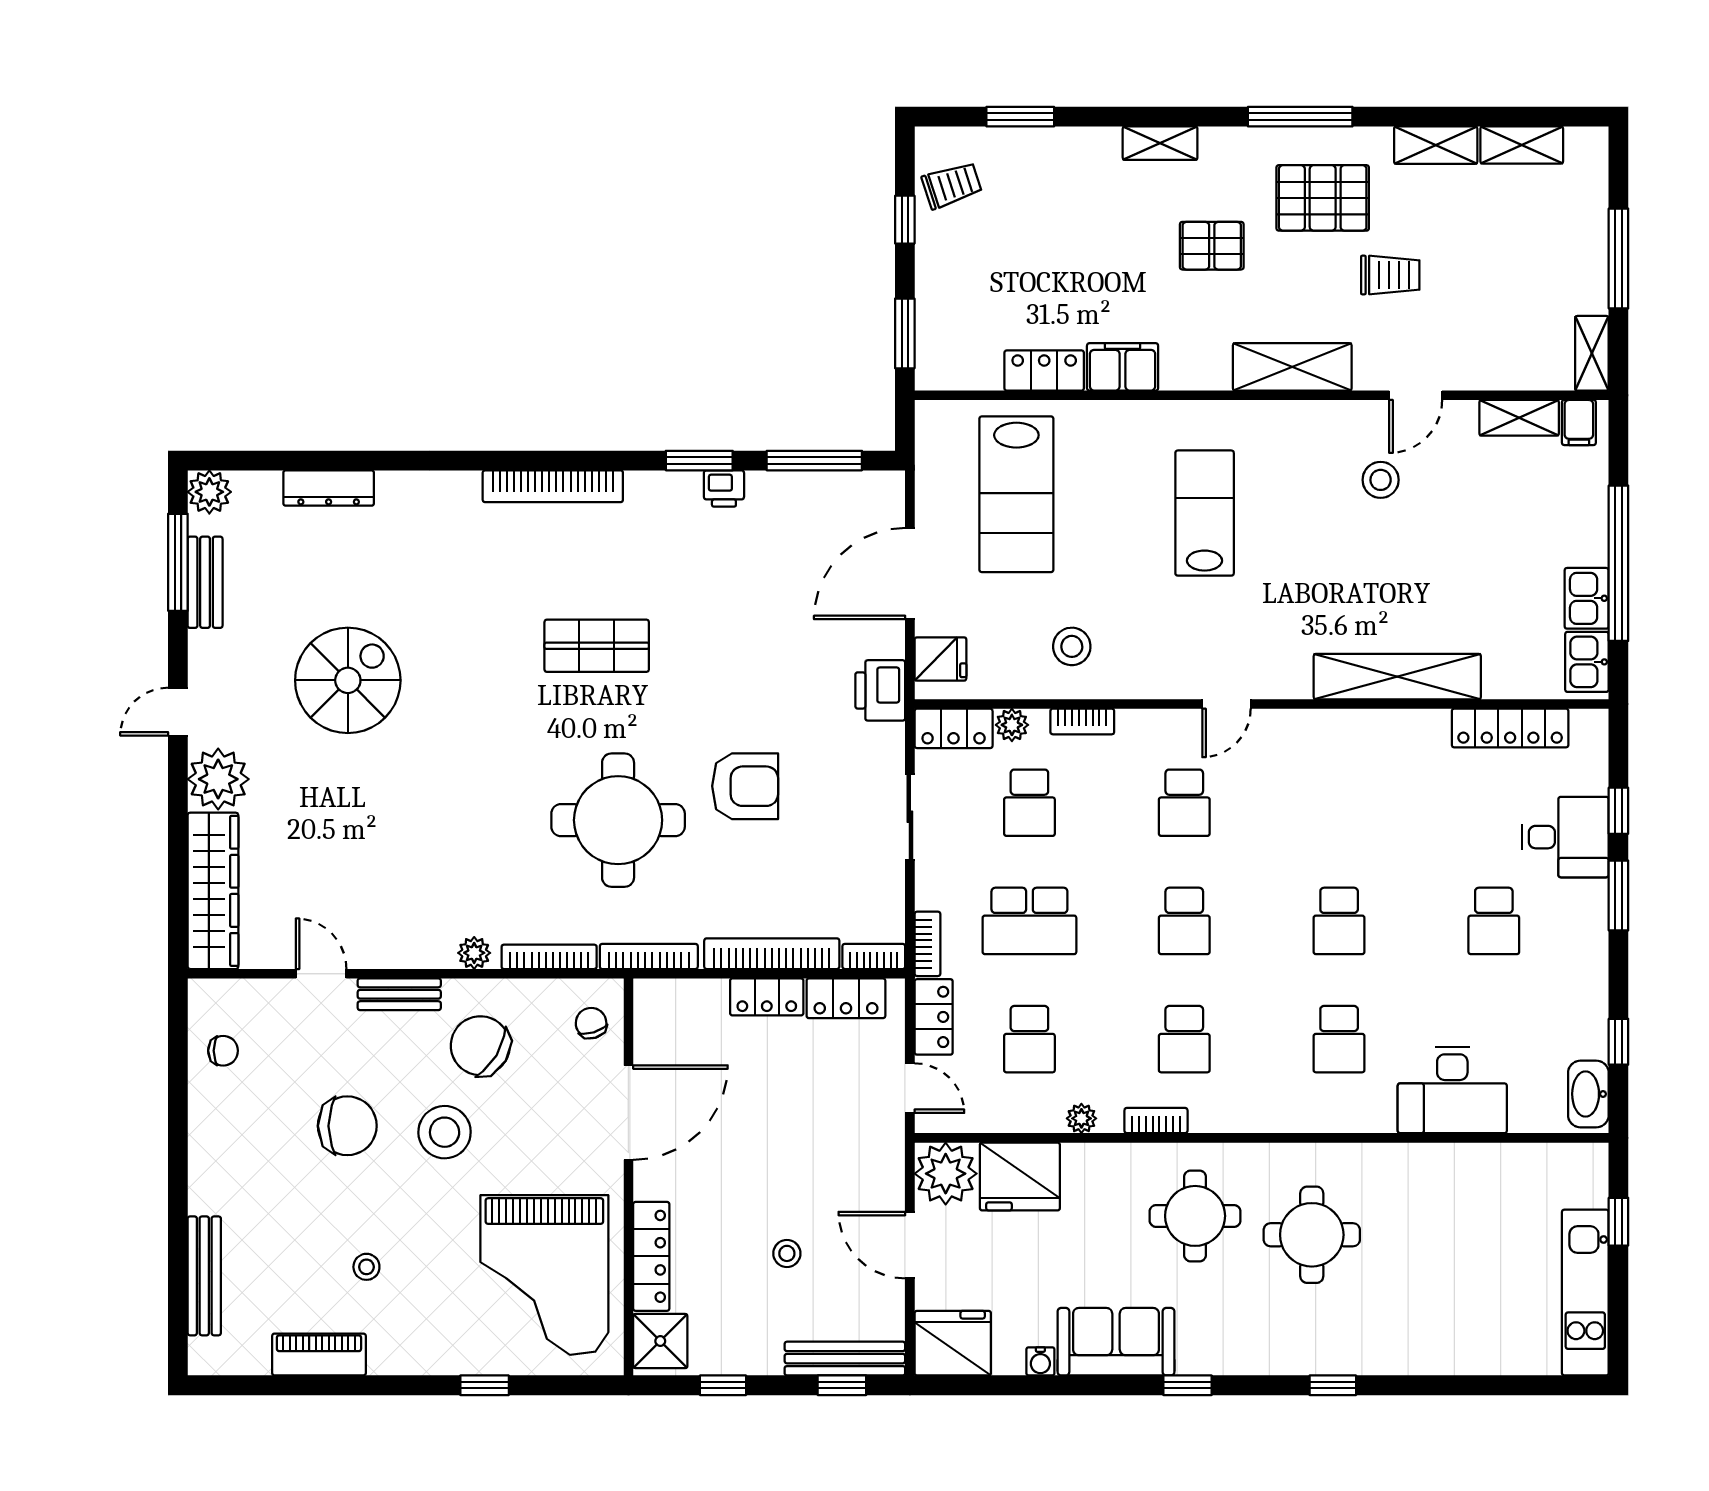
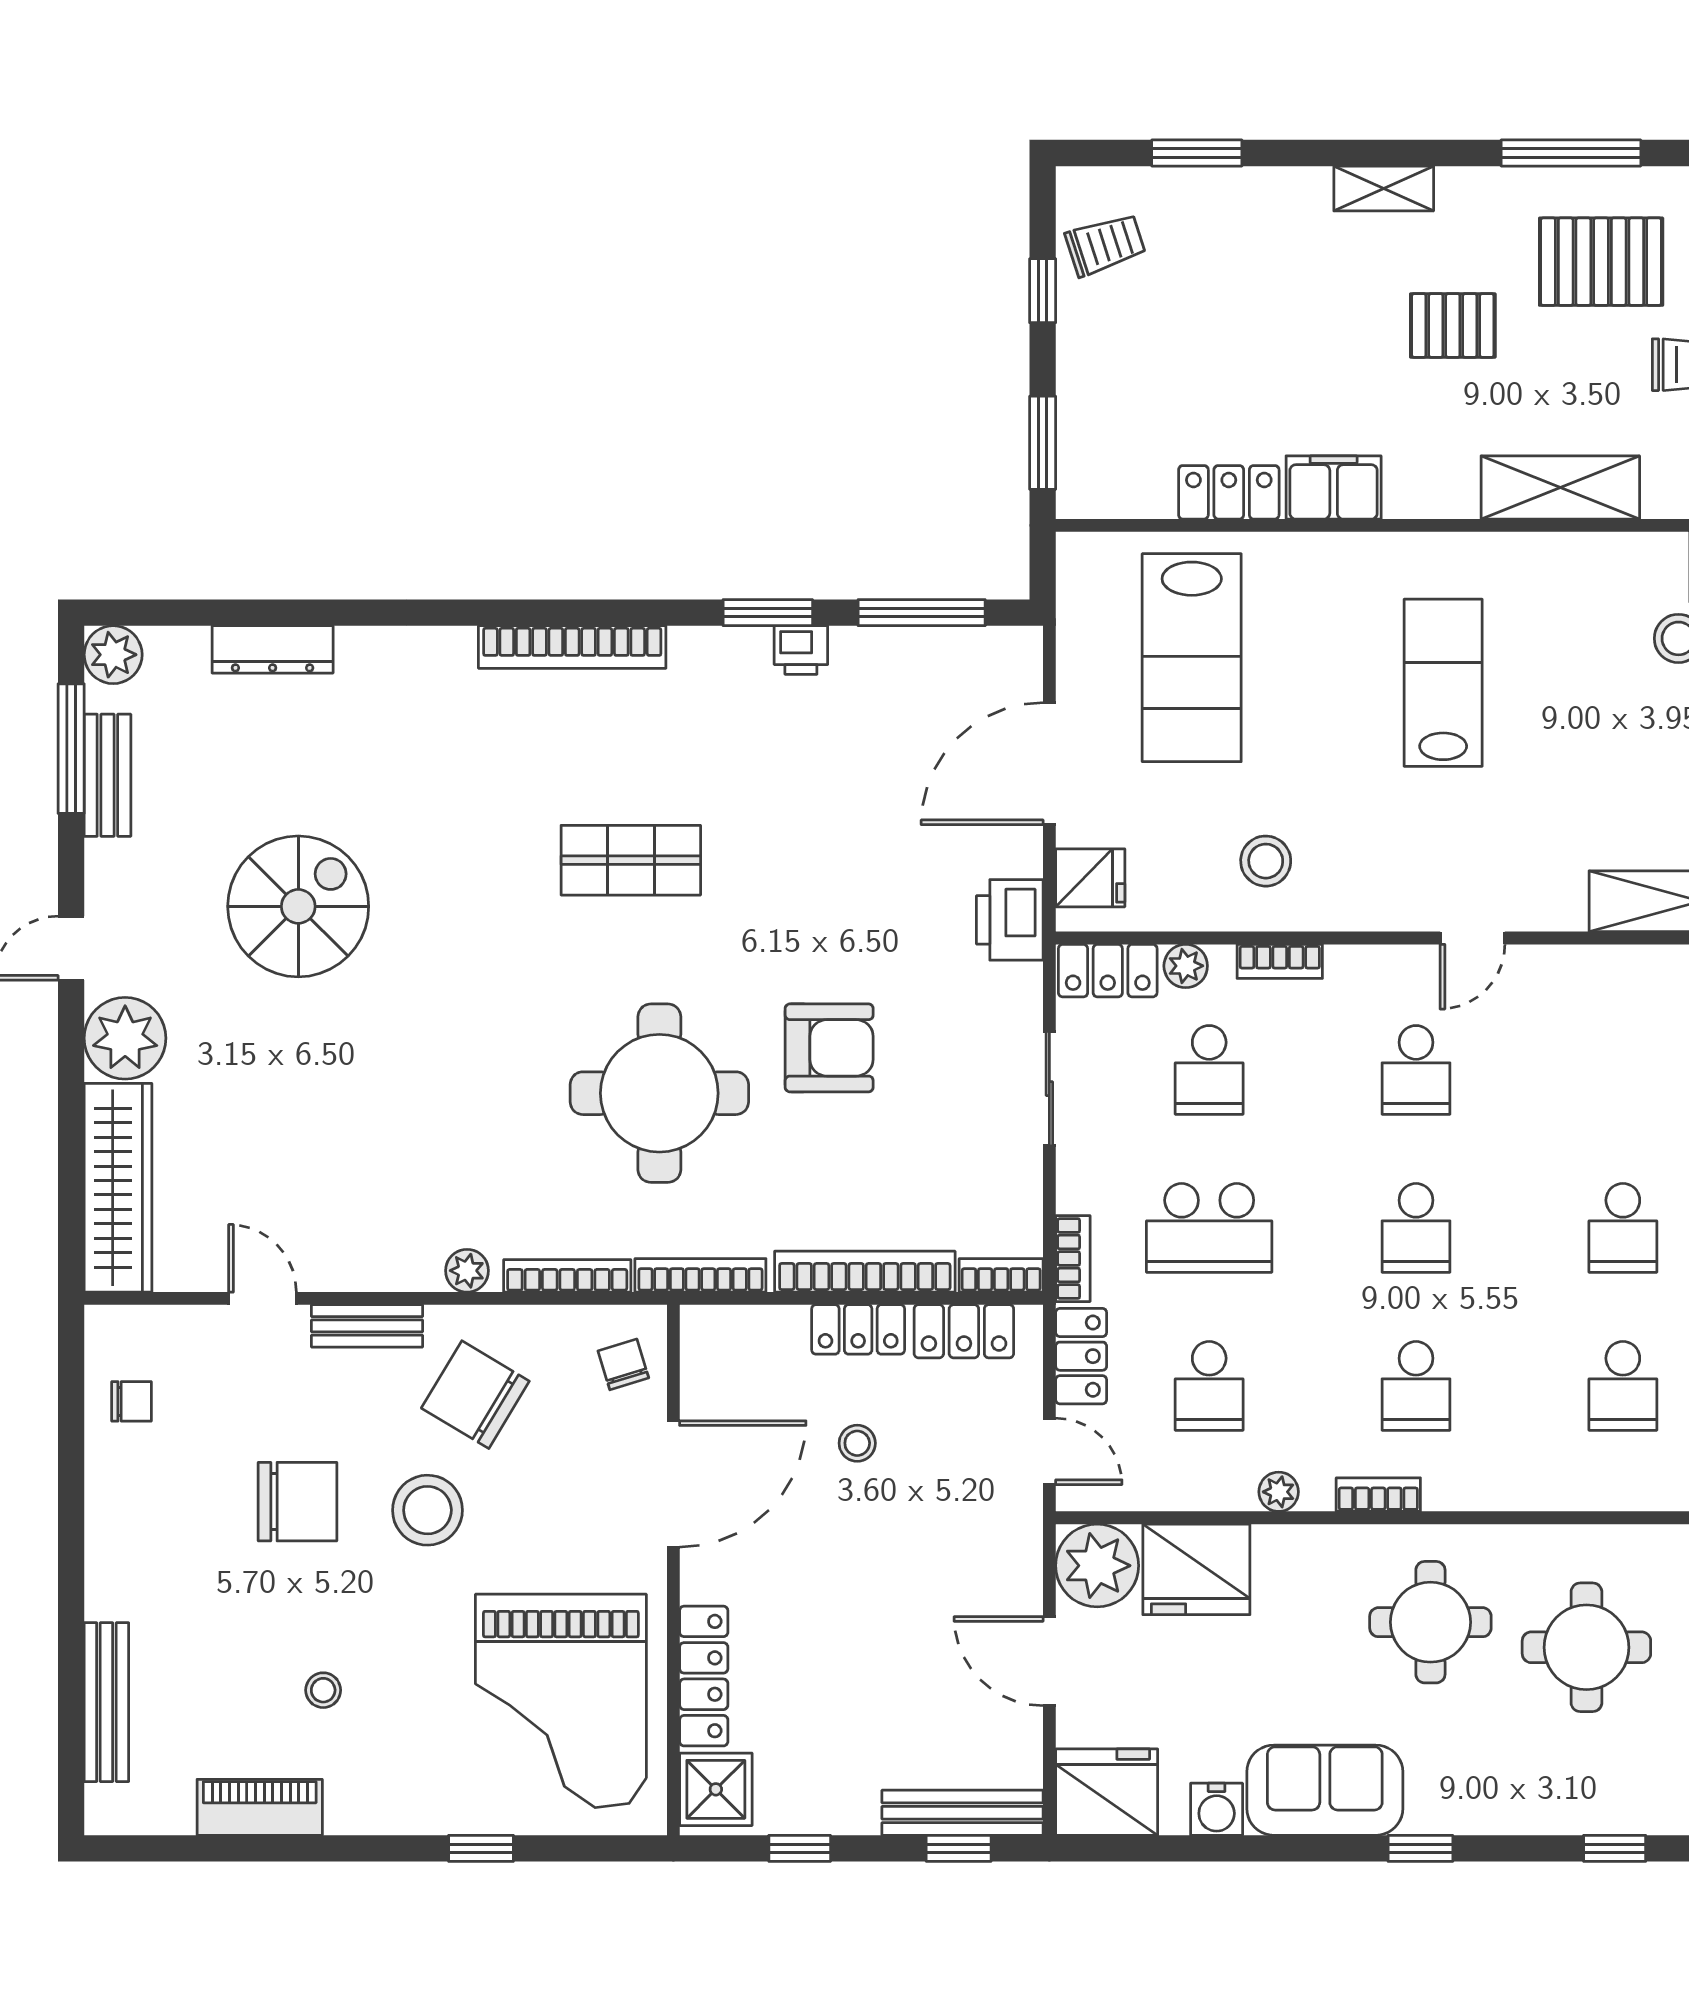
stool: (787, 1253) -> (857, 1443), moved
water cooler: (1040, 1361) -> (1217, 1809), width x1.38, depth x1.38

